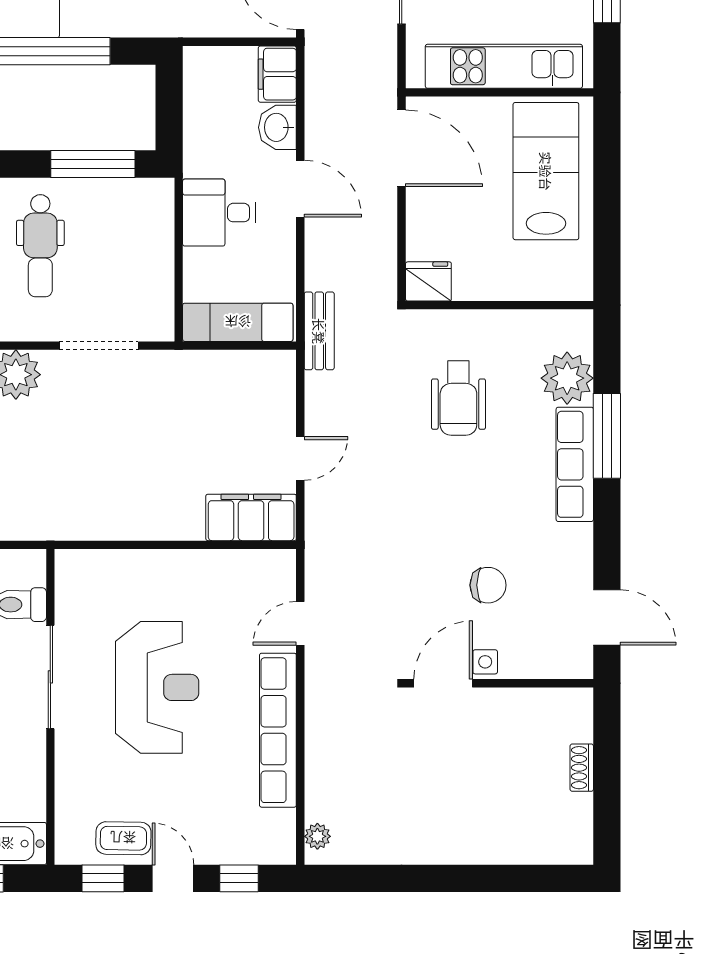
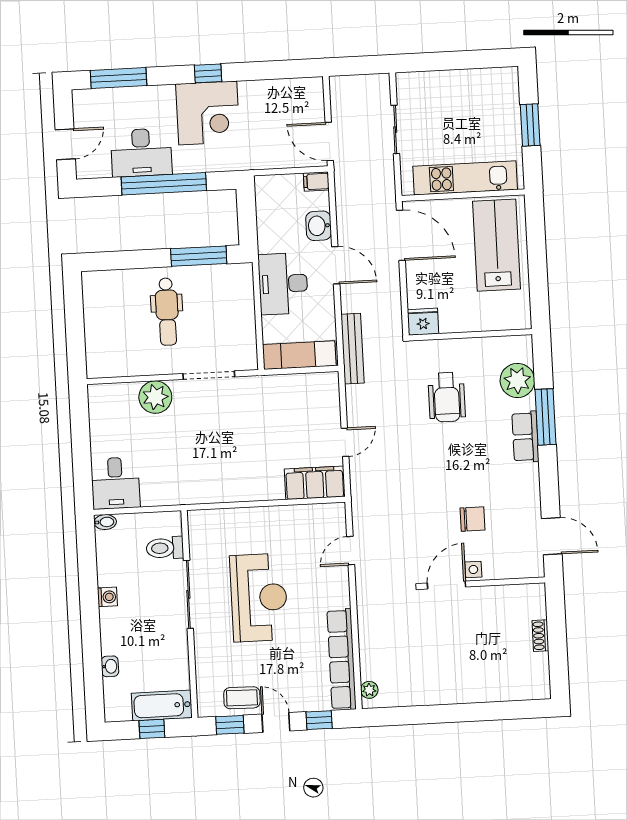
filing cabinet: (277, 74) -> (316, 182), width x0.50
desk: (219, 213) -> (283, 284), width x1.37
bench: (319, 331) -> (353, 349), width x1.36
row of seats: (575, 464) -> (525, 437), width x0.68
row of seats: (278, 730) -> (342, 659), moved

